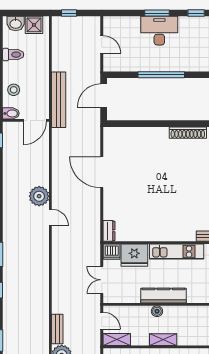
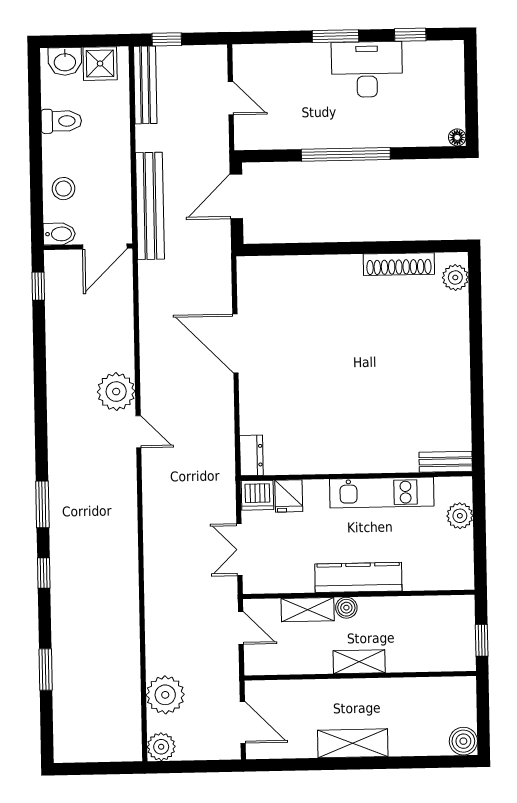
desk: (159, 31) -> (367, 69), moved
fridge: (134, 255) -> (289, 496), width x0.53, depth x0.75
bench: (57, 329) -> (145, 85), moved, width x1.36
shelving: (117, 339) -> (308, 610), moved

